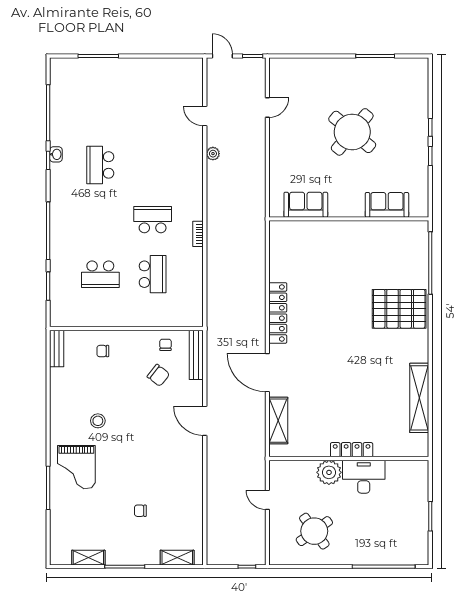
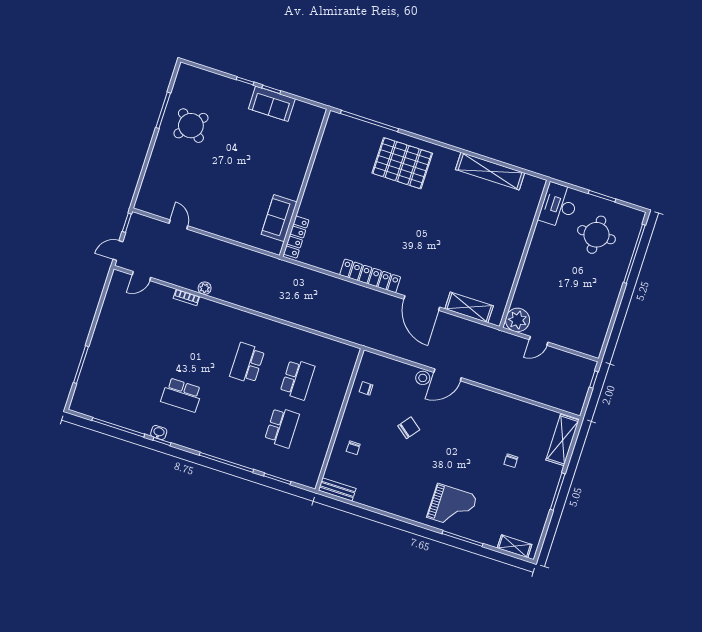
door: (205, 116) -> (142, 276), moved
round table: (352, 132) -> (191, 126), moved, width x0.73, depth x0.73
sofa: (387, 205) -> (272, 104), moved, turned -90
bookcase: (198, 234) -> (186, 297), moved
school desk: (153, 274) -> (297, 379), turned 90
pallet: (399, 309) -> (402, 163), turned 90
bench: (196, 355) -> (384, 363), removed
door: (267, 373) -> (422, 303), hinge flipped
chair: (158, 375) -> (409, 428), moved
stool: (98, 421) -> (423, 378), moved
locker: (352, 450) -> (296, 237), moved, turned 180
plant: (329, 472) -> (518, 320), moved
desk: (364, 477) -> (559, 205), moved
round table: (314, 531) -> (596, 235), moved, turned 36
shelving: (88, 558) -> (515, 546), moved, turned 90
shelving: (177, 558) -> (562, 440), width x1.50, depth x1.33

